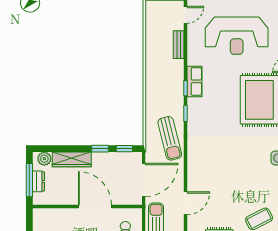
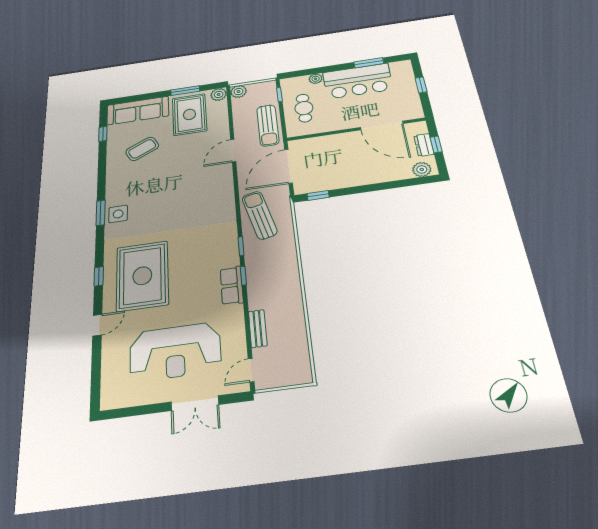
reception desk: (237, 36) -> (175, 352), turned 180
window: (100, 149) -> (350, 191), removed
wardrobe: (72, 159) -> (385, 174), removed
window: (29, 180) -> (436, 144), width x0.46
door: (95, 207) -> (382, 126), moved

